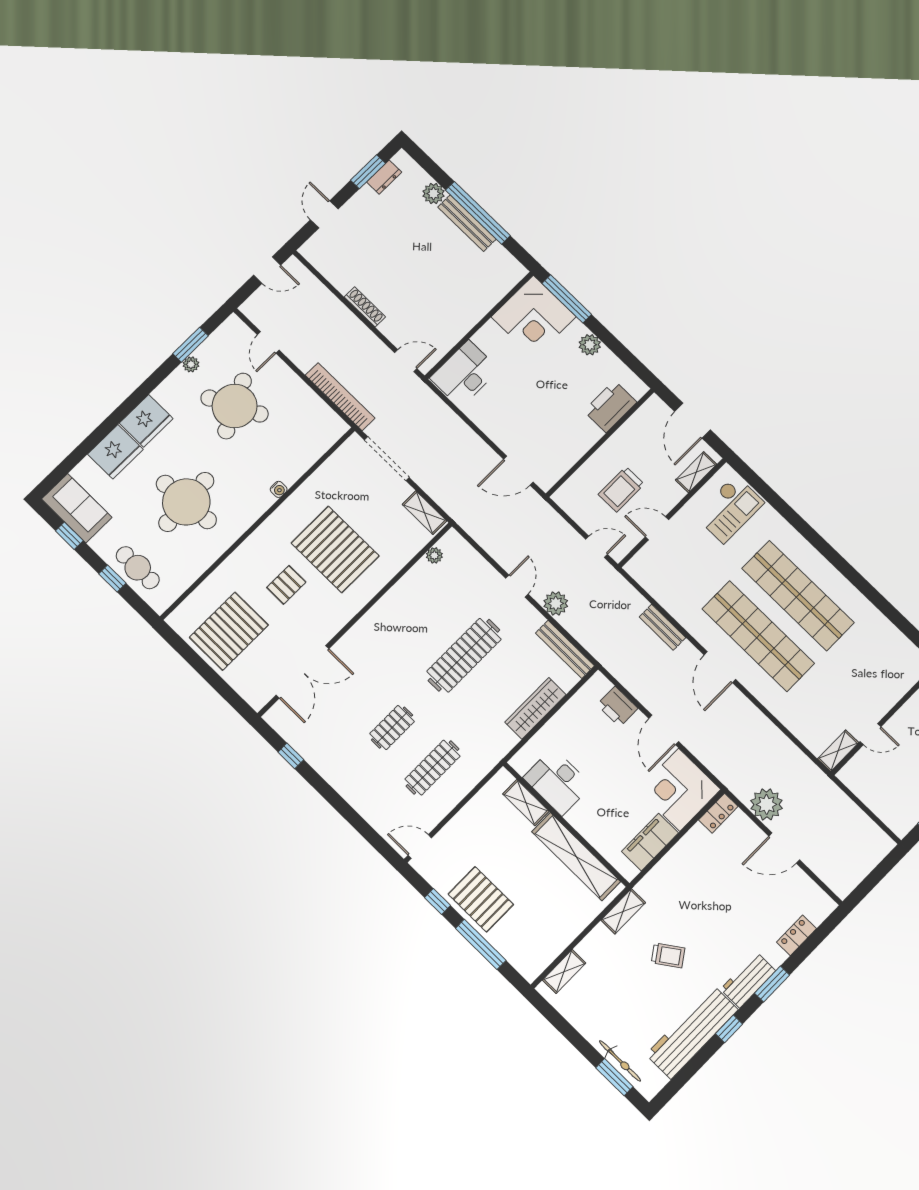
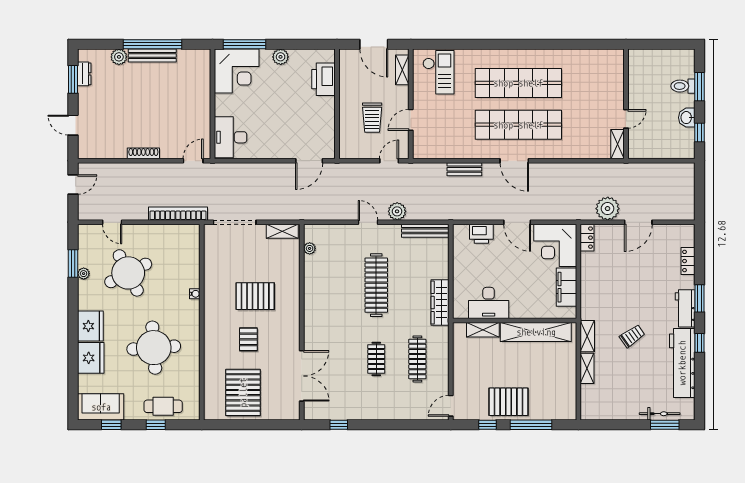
pallet: (335, 549) -> (255, 296), width x0.73, depth x0.71
wardrobe: (535, 708) -> (440, 303), moved
shelving: (564, 972) -> (587, 368), moved

